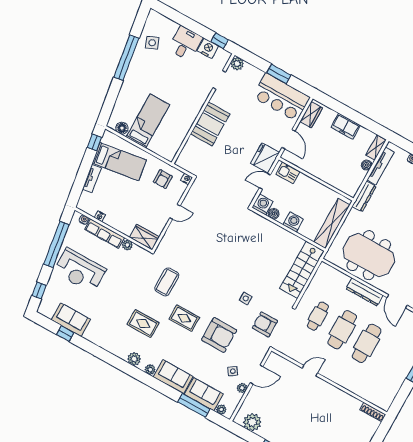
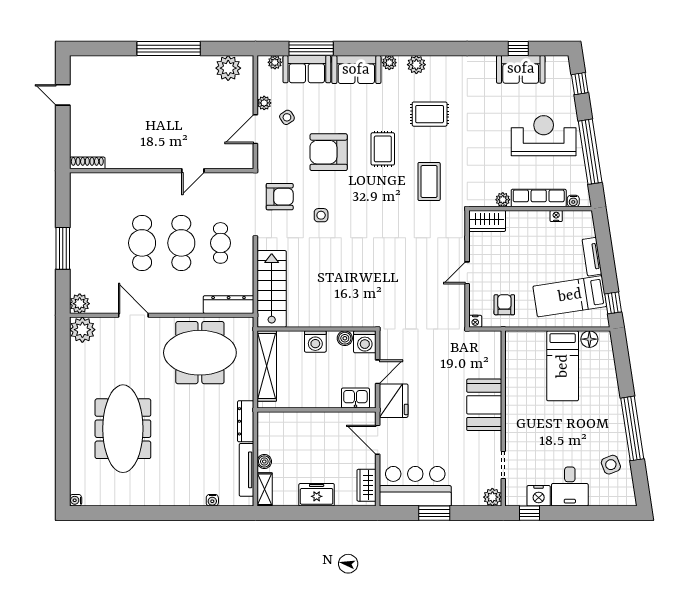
dresser: (365, 292) -> (229, 305), moved
rug: (184, 318) -> (383, 149), turned 90

